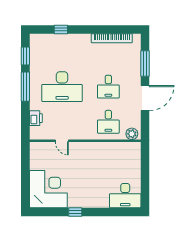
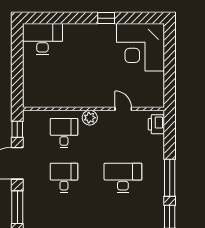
desk: (62, 87) -> (123, 178), width x0.73, depth x0.77
printer: (36, 118) -> (156, 124), moved
window: (145, 125) -> (17, 129), added
plant: (132, 134) -> (90, 118), moved

